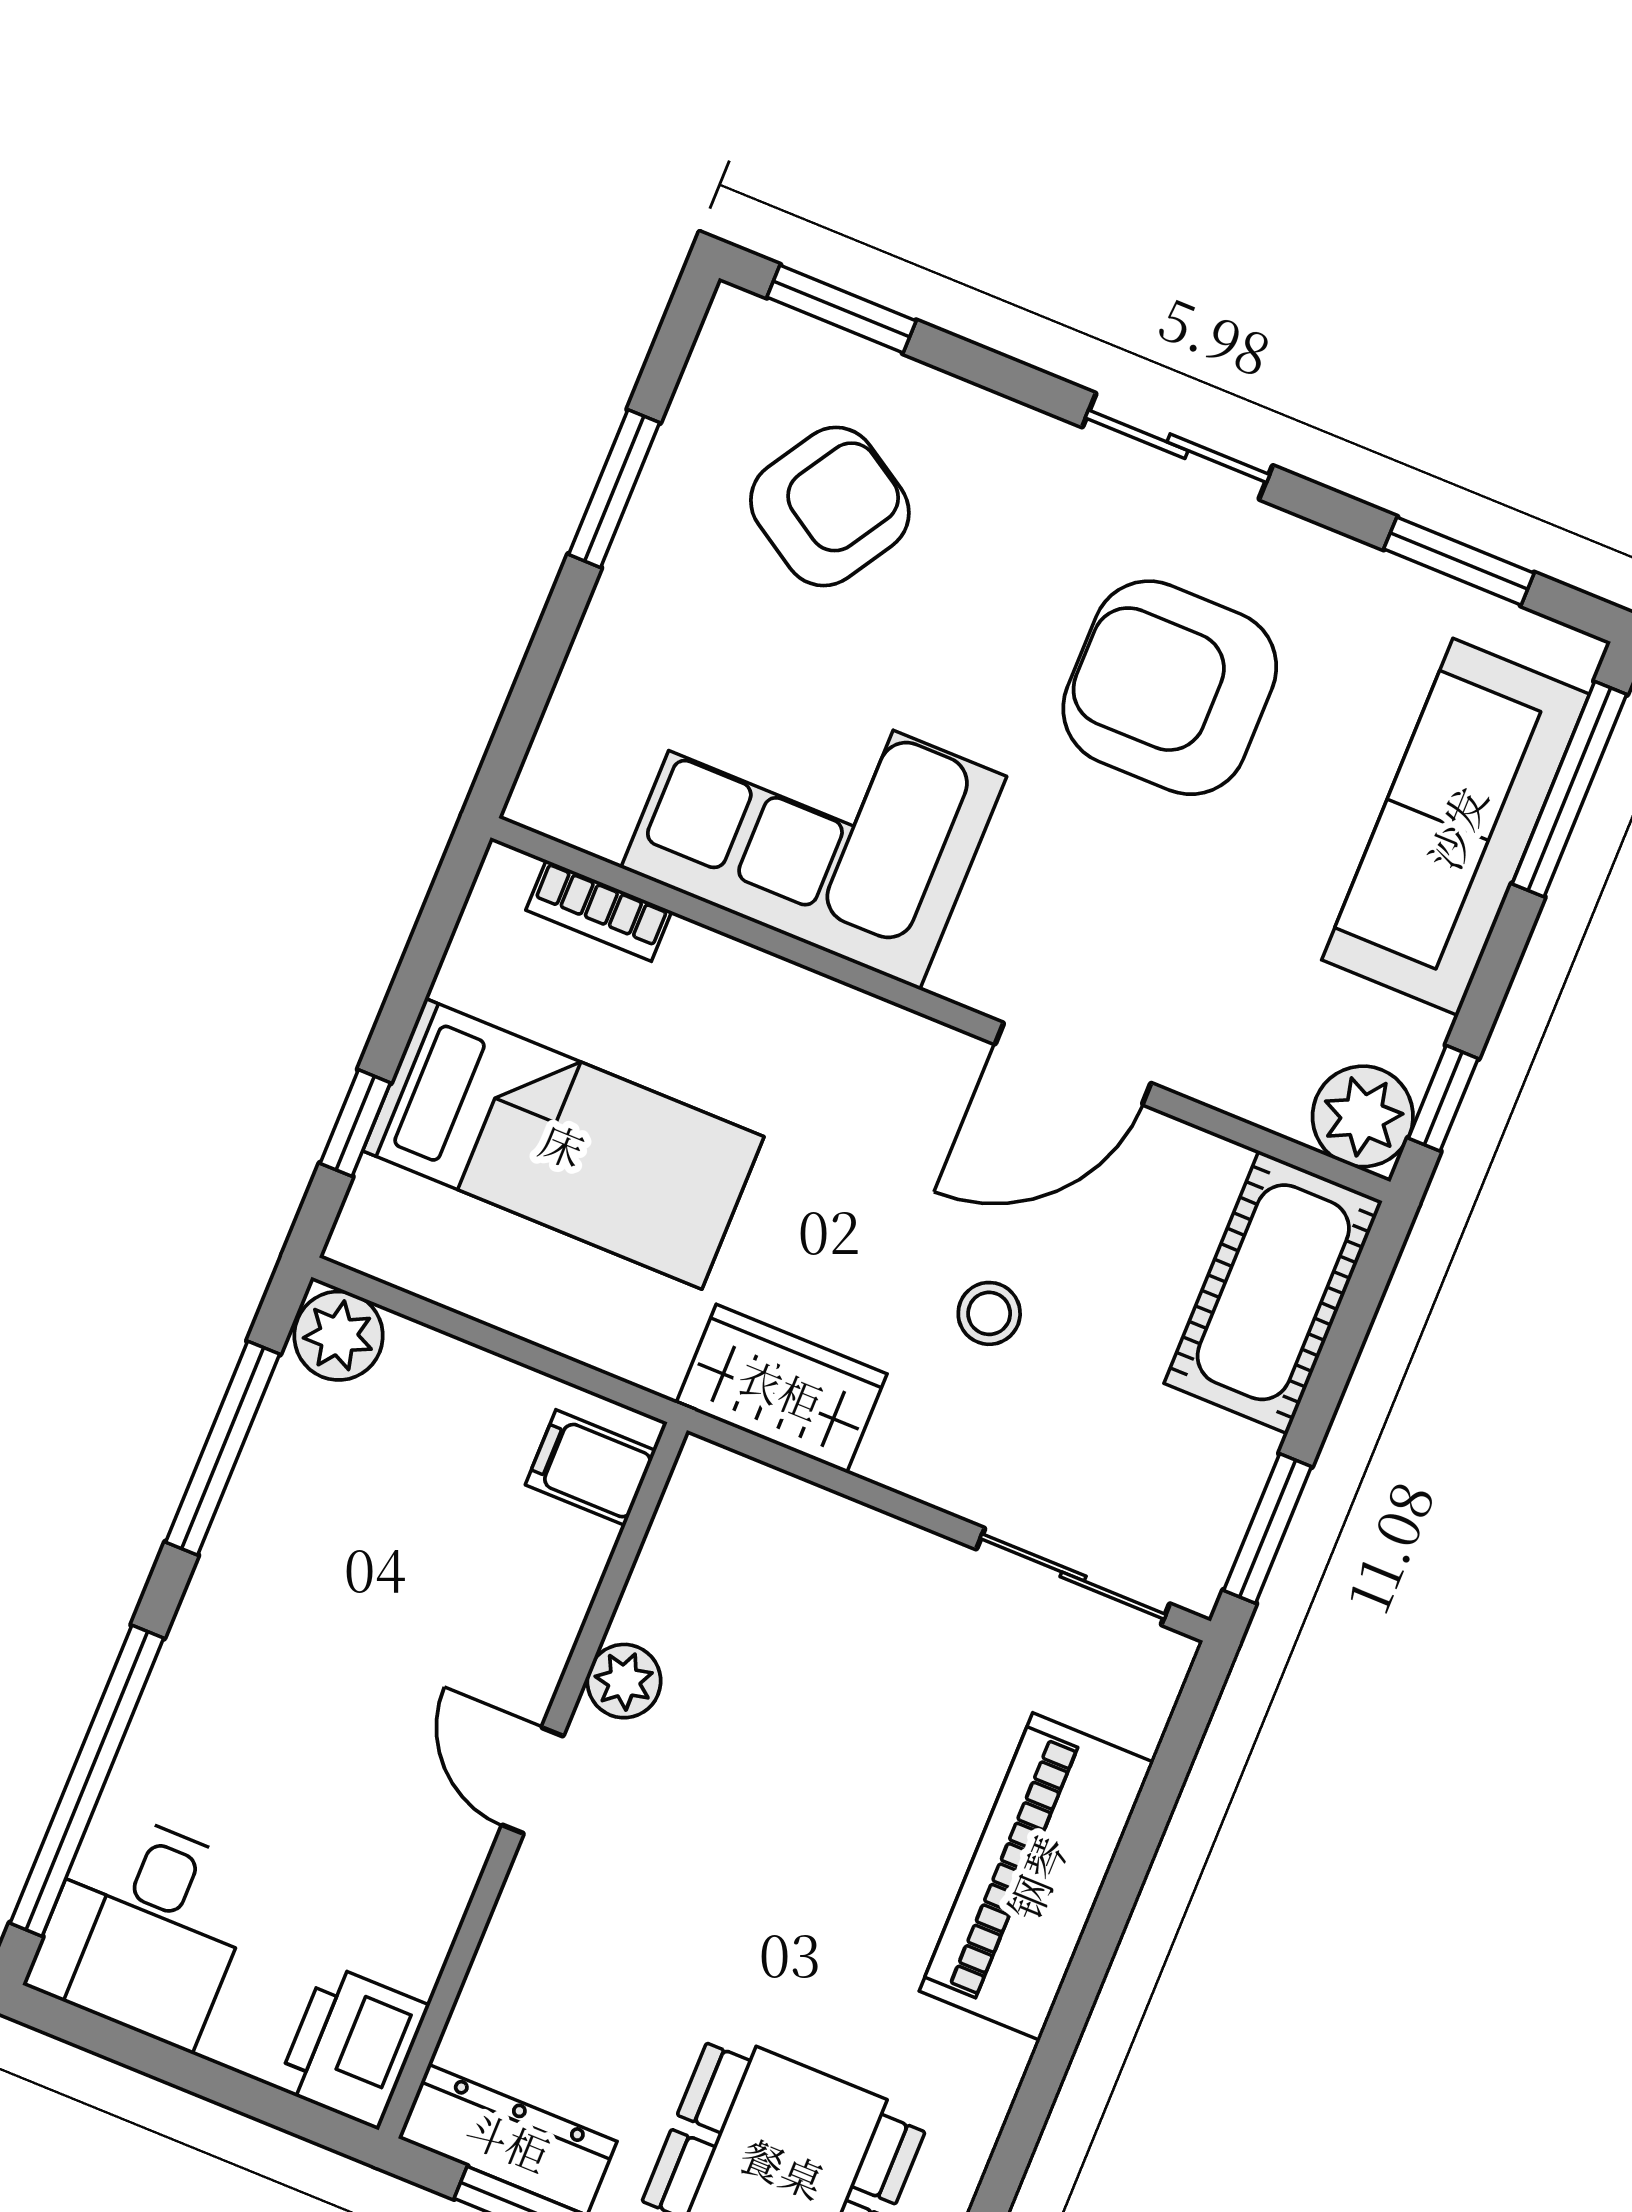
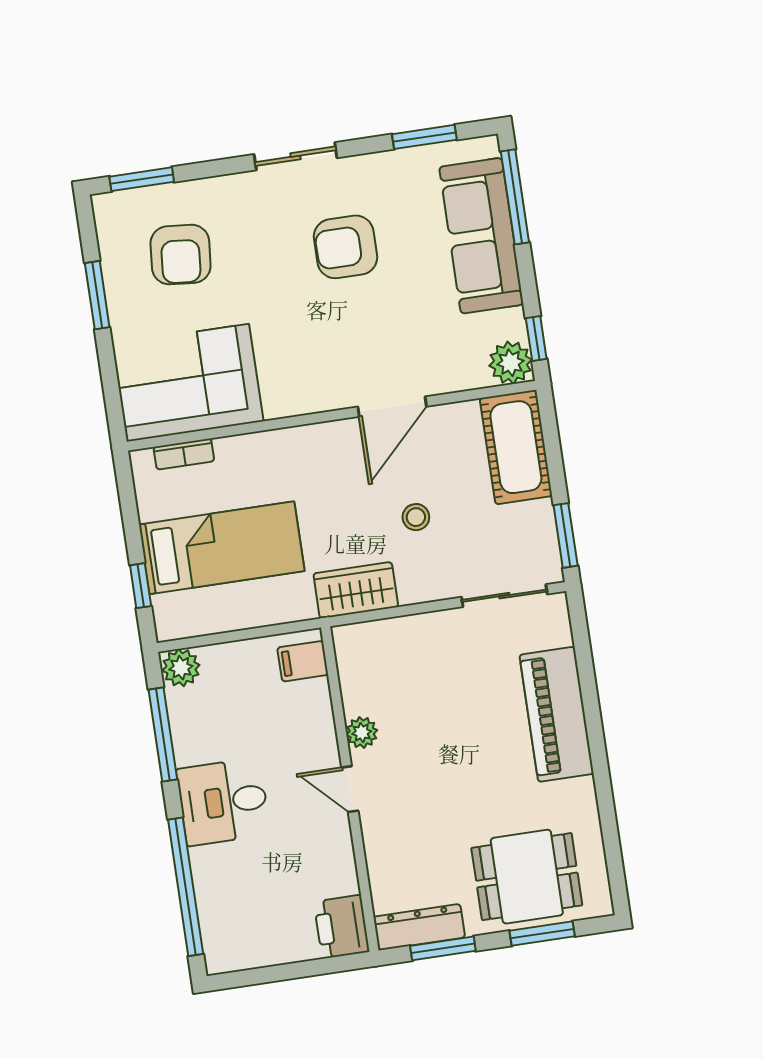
armchair: (830, 506) -> (181, 255), turned 153
armchair: (1170, 688) -> (346, 247), width x0.73, depth x0.73
corner sofa: (814, 822) -> (188, 383), moved
desk: (145, 1928) -> (223, 802), moved, turned 90

